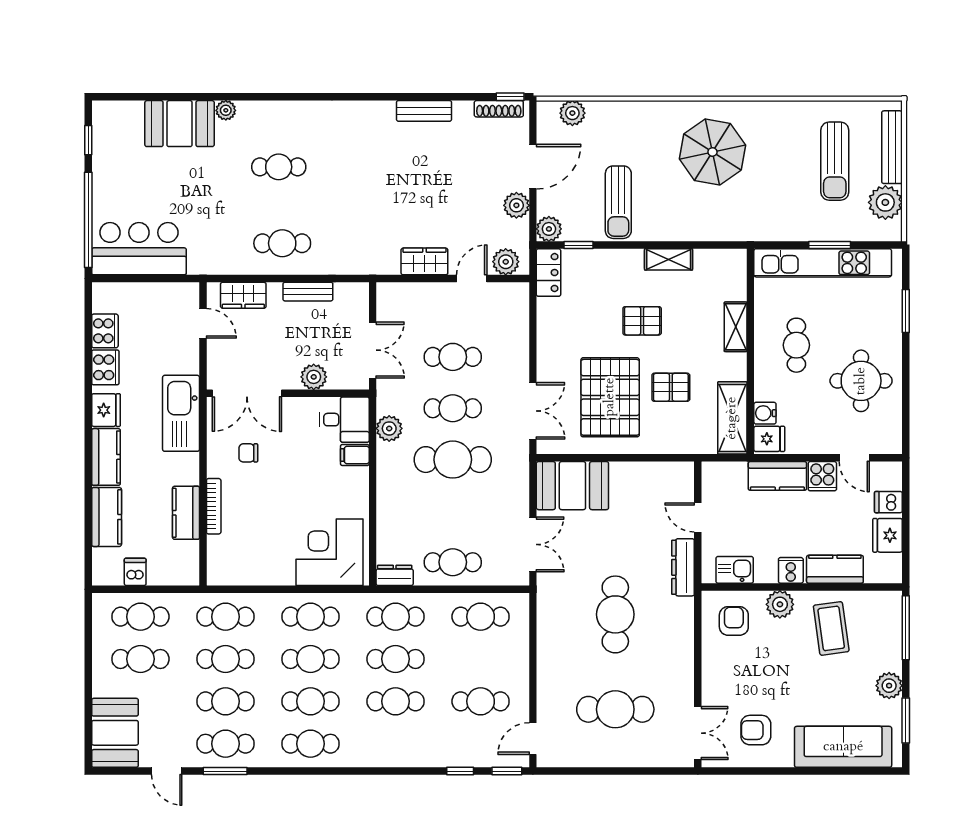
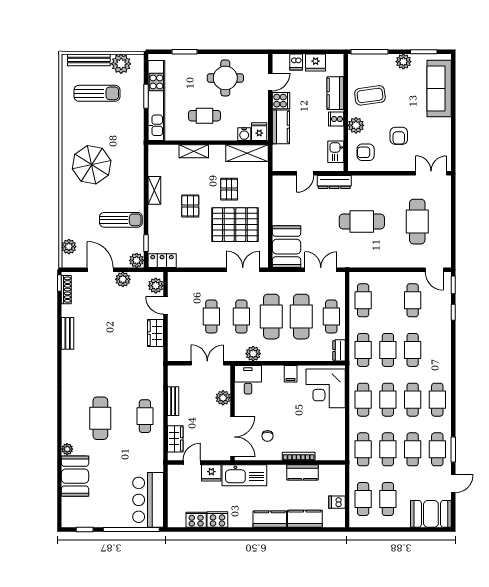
cafe table: (279, 167) -> (100, 418), width x1.37, depth x1.35
fridge: (106, 410) -> (211, 473), moved, turned 180
filing cabinet: (355, 455) -> (291, 374), moved
cafe table: (453, 511) -> (301, 317), added
armchair: (756, 730) -> (399, 136), moved

